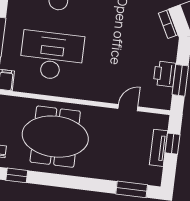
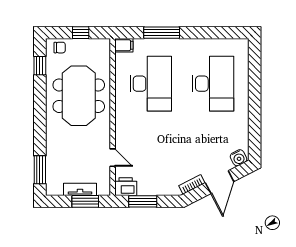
printer: (165, 74) -> (126, 187), moved
window: (172, 144) -> (85, 201), width x1.50

